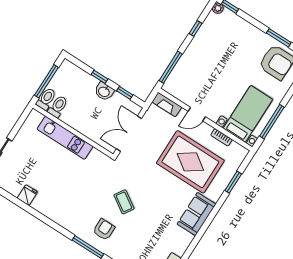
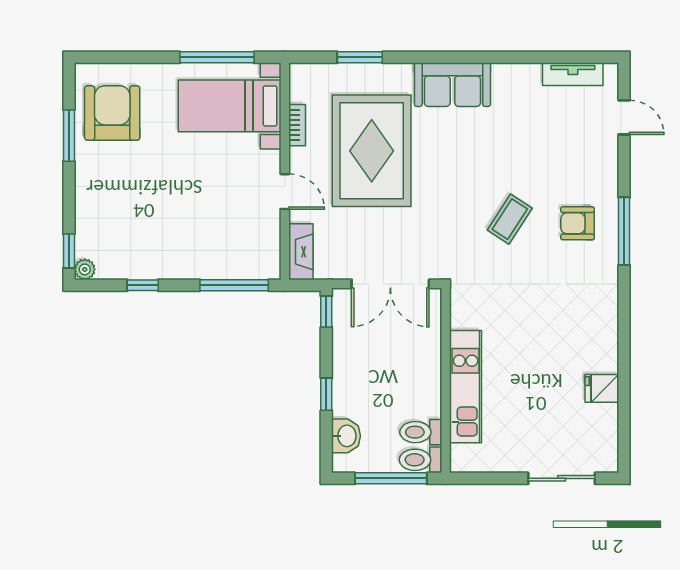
washbasin: (104, 91) -> (346, 436), moved
window: (125, 93) -> (326, 312), moved

